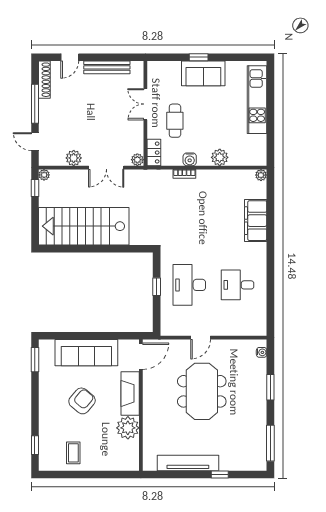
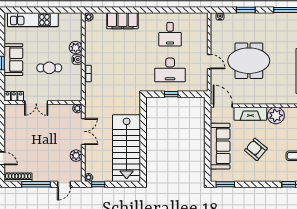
bench: (107, 67) -> (9, 131), removed
cafe table: (175, 121) -> (49, 68), moved
locker: (154, 153) -> (14, 96), moved
water cooler: (190, 159) -> (77, 59), moved

